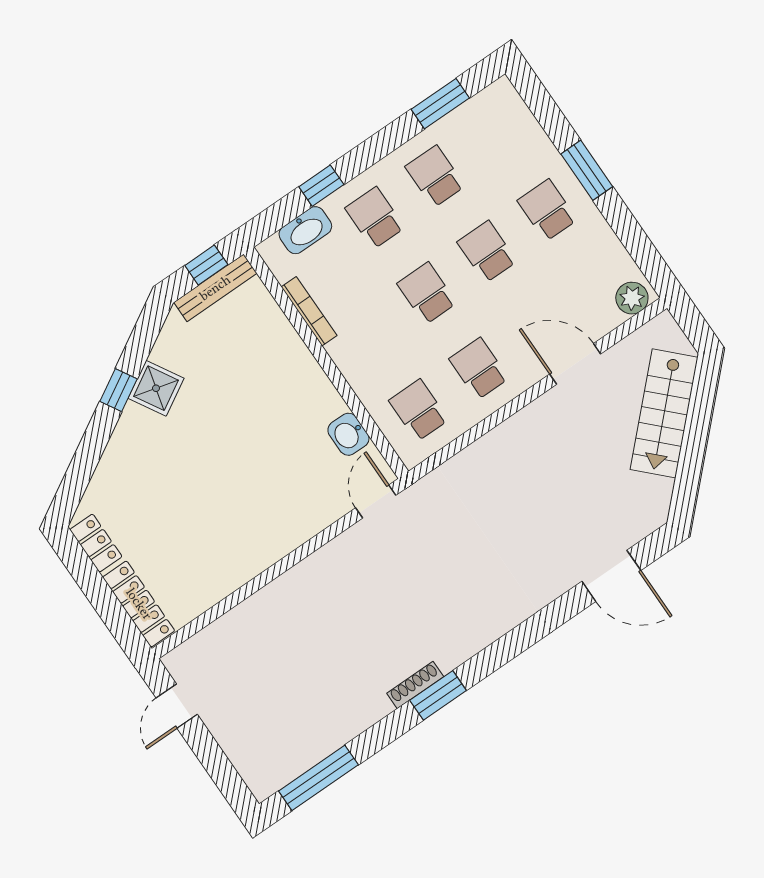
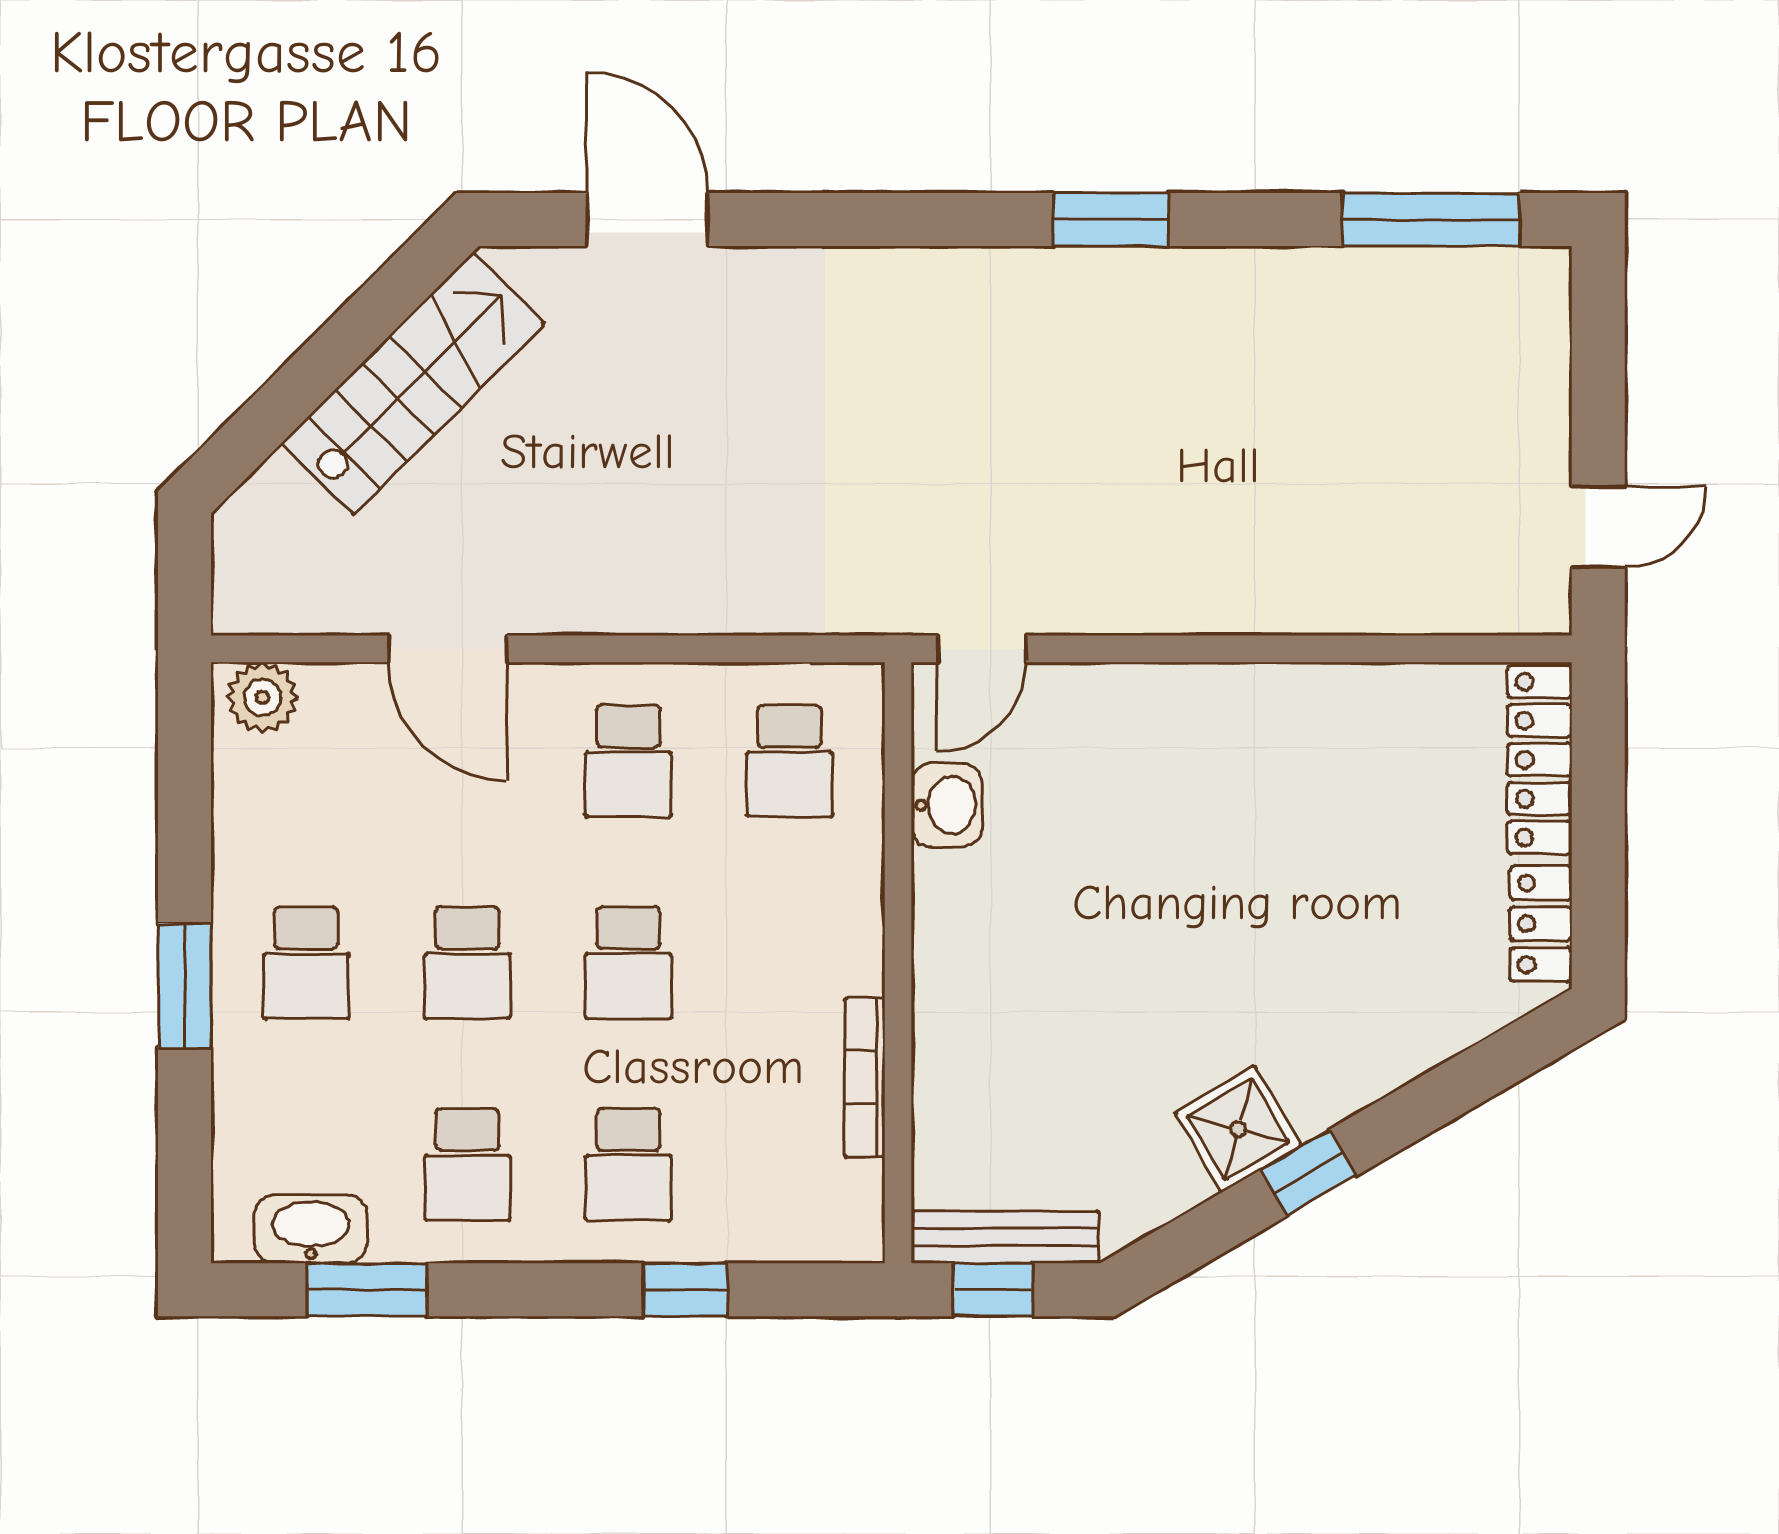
washbasin: (305, 230) -> (311, 1229), moved
stairs: (664, 413) -> (413, 383), moved
shoe rack: (415, 685) -> (1139, 267), removed

